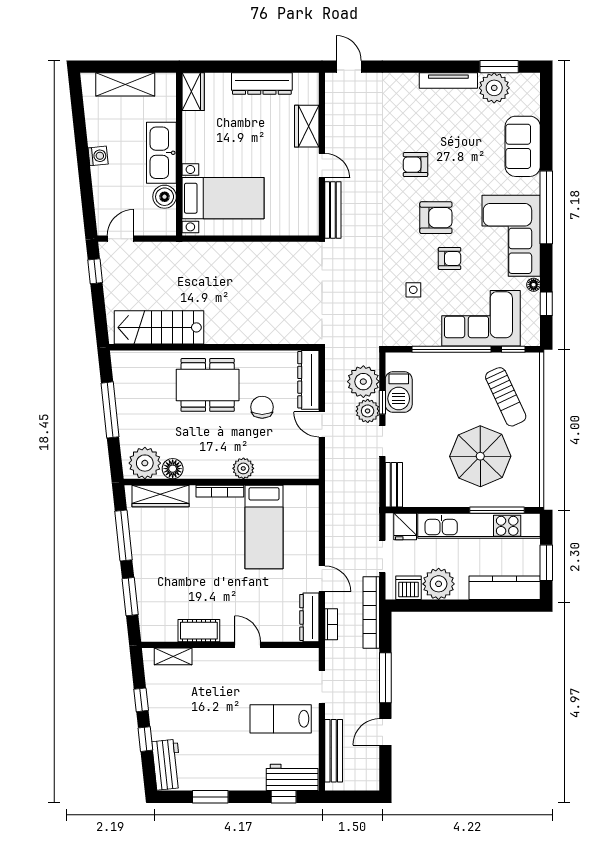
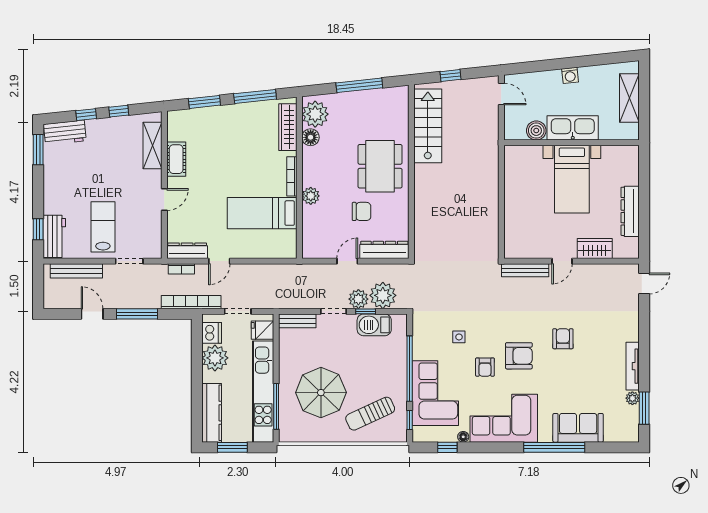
plant: (494, 88) -> (632, 398), width x0.53, depth x0.53
wardrobe: (193, 92) -> (623, 154), removed
bed with nightstands: (223, 198) -> (572, 179), moved
window: (546, 207) -> (554, 447), moved
armchair: (436, 218) -> (519, 356), turned -90
window: (95, 271) -> (450, 76), moved
shelving: (173, 656) -> (152, 146), width x1.50, depth x1.33
window: (210, 797) -> (38, 150), moved

